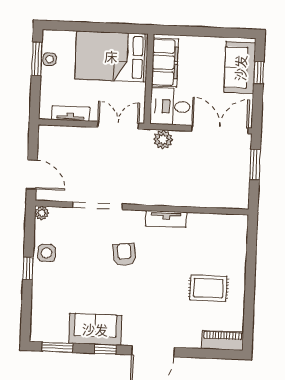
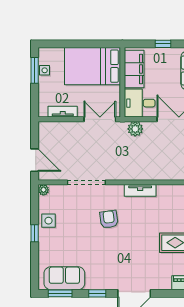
window: (203, 32) -> (163, 44), added
sofa: (95, 329) -> (64, 278), moved

